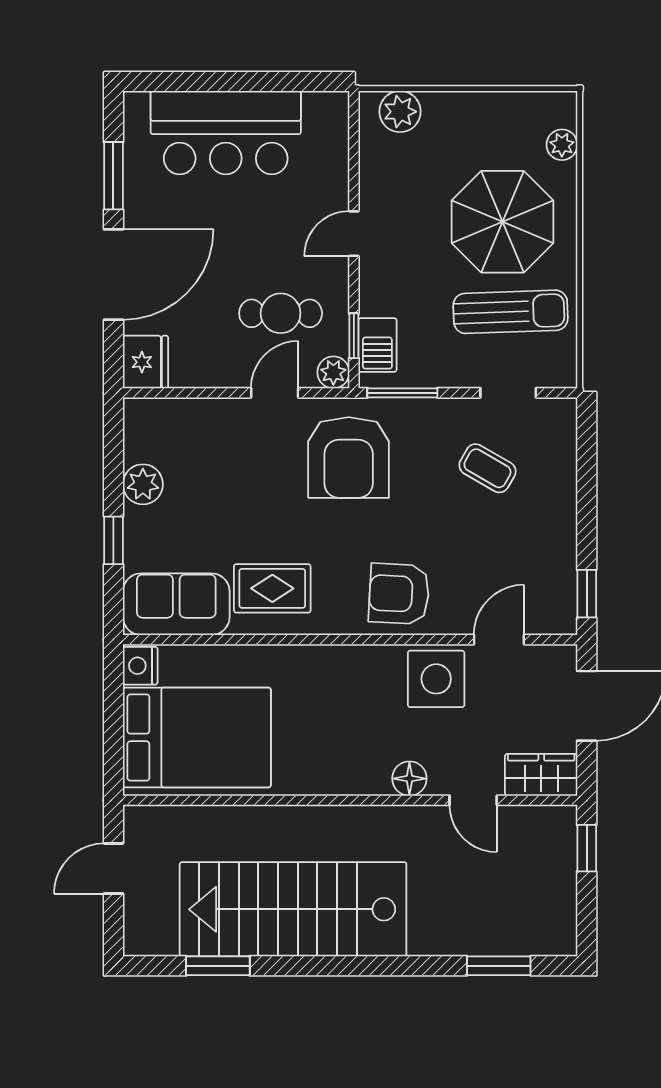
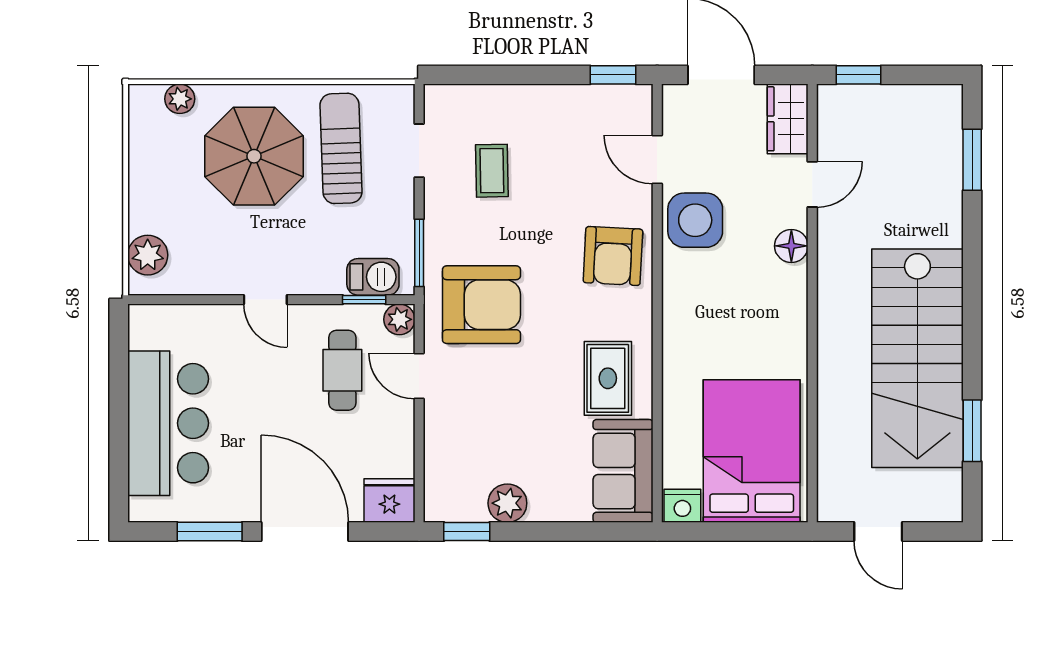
coffee table: (487, 468) -> (492, 171), turned -31
window: (113, 540) -> (467, 532), moved

